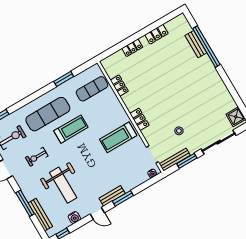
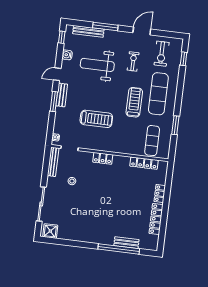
locker: (156, 34) -> (156, 219), width x1.53
locker: (119, 86) -> (144, 163), width x1.53
treadmill: (71, 129) -> (134, 102), turned 180
treadmill: (118, 137) -> (96, 119), moved, turned 90
window: (187, 161) -> (45, 170), removed

